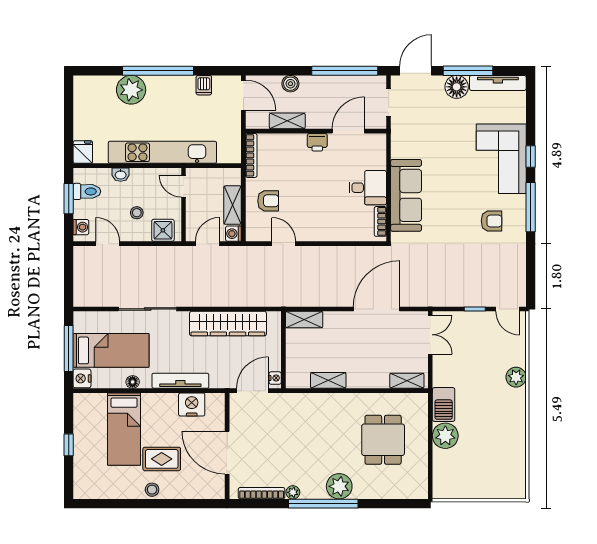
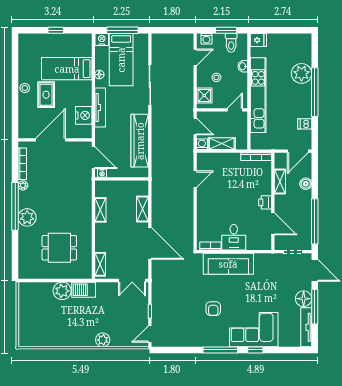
armchair: (268, 201) -> (225, 168), removed
armchair: (492, 221) -> (213, 309), moved
shelving: (304, 320) -> (143, 209), moved

